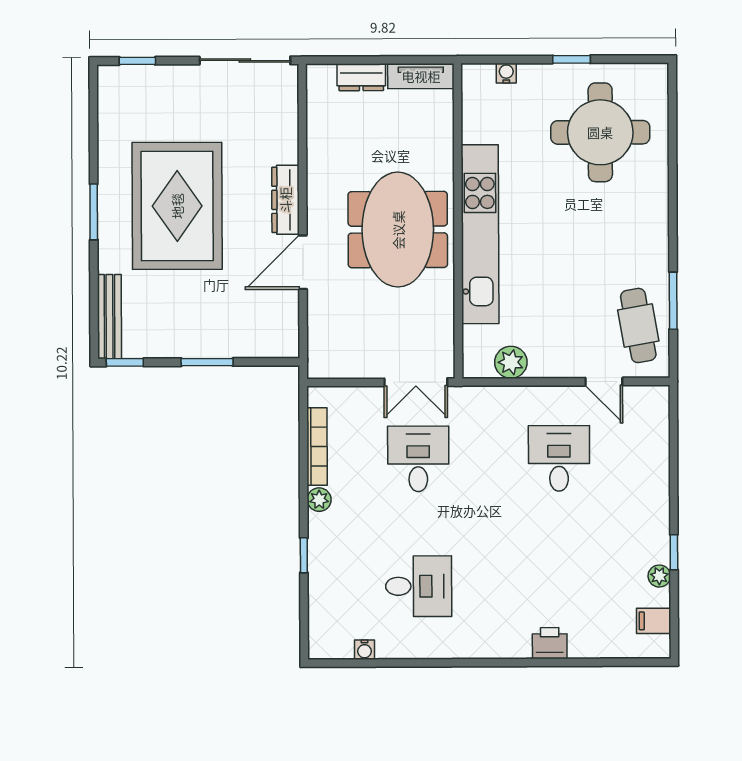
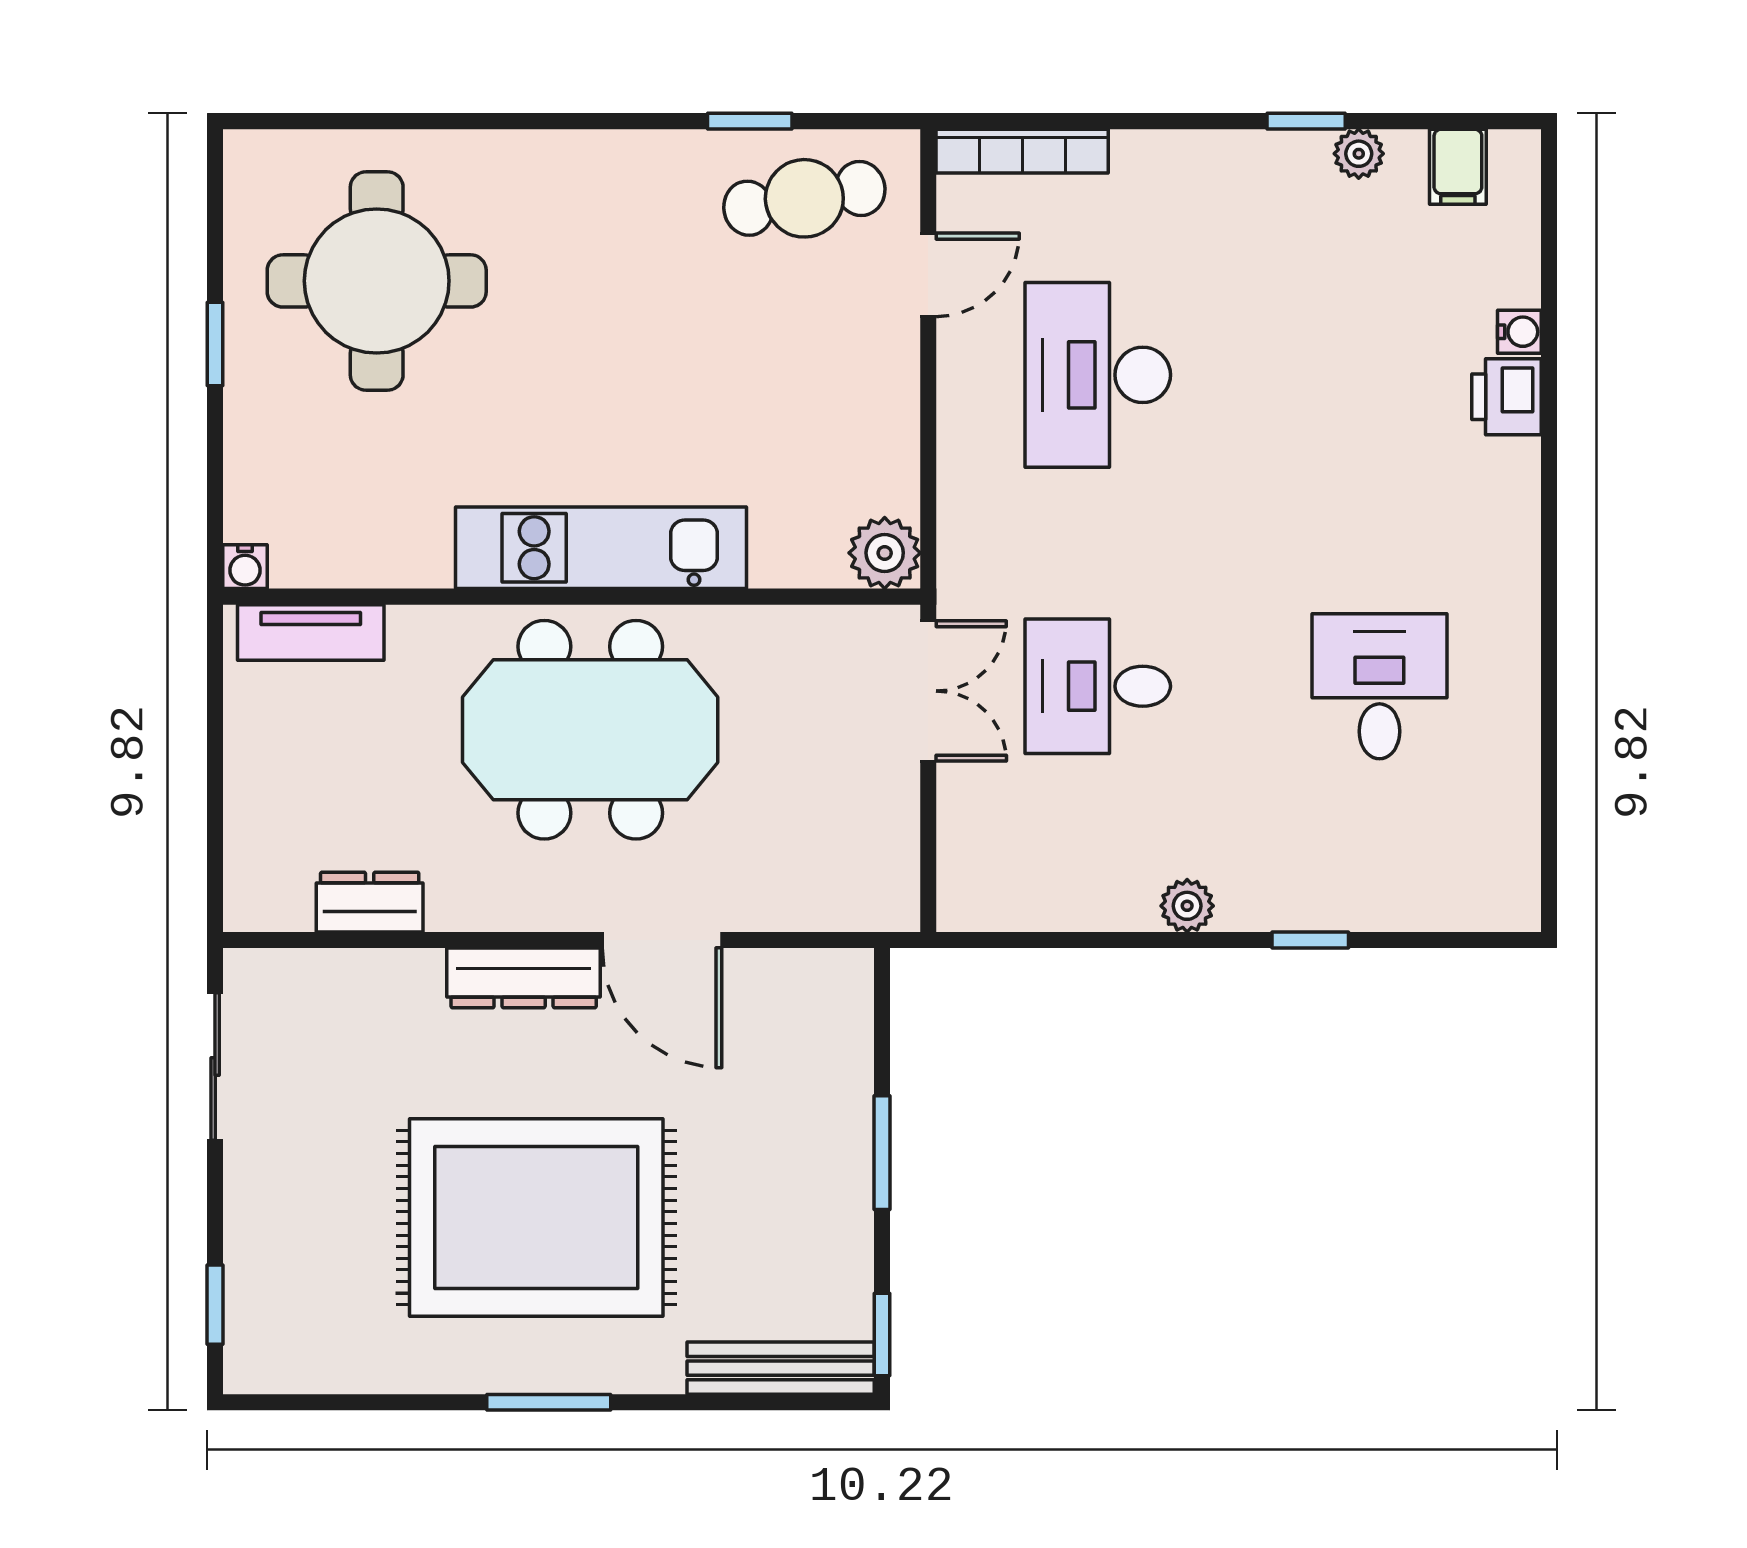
sliding door: (245, 61) -> (215, 1066), width x0.73
water cooler: (506, 73) -> (245, 567), moved, turned -90
tv unit: (421, 76) -> (311, 632), moved, turned 90
dresser: (361, 77) -> (370, 902), moved, turned -90
kitchen unit: (480, 234) -> (601, 548), width x0.73
window: (673, 301) -> (750, 121), width x0.67
plant: (511, 362) -> (885, 553), moved
bookcase: (317, 446) -> (1022, 151), moved, turned 180
desk: (559, 458) -> (1098, 375), width x1.37
water cooler: (364, 650) -> (1519, 332), moved

